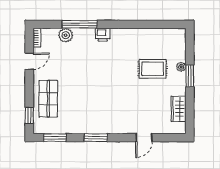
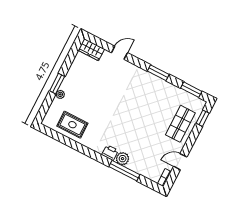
plant: (66, 35) -> (123, 159), moved
rug: (153, 69) -> (72, 125), moved
wardrobe: (179, 109) -> (91, 50), moved, turned 90

